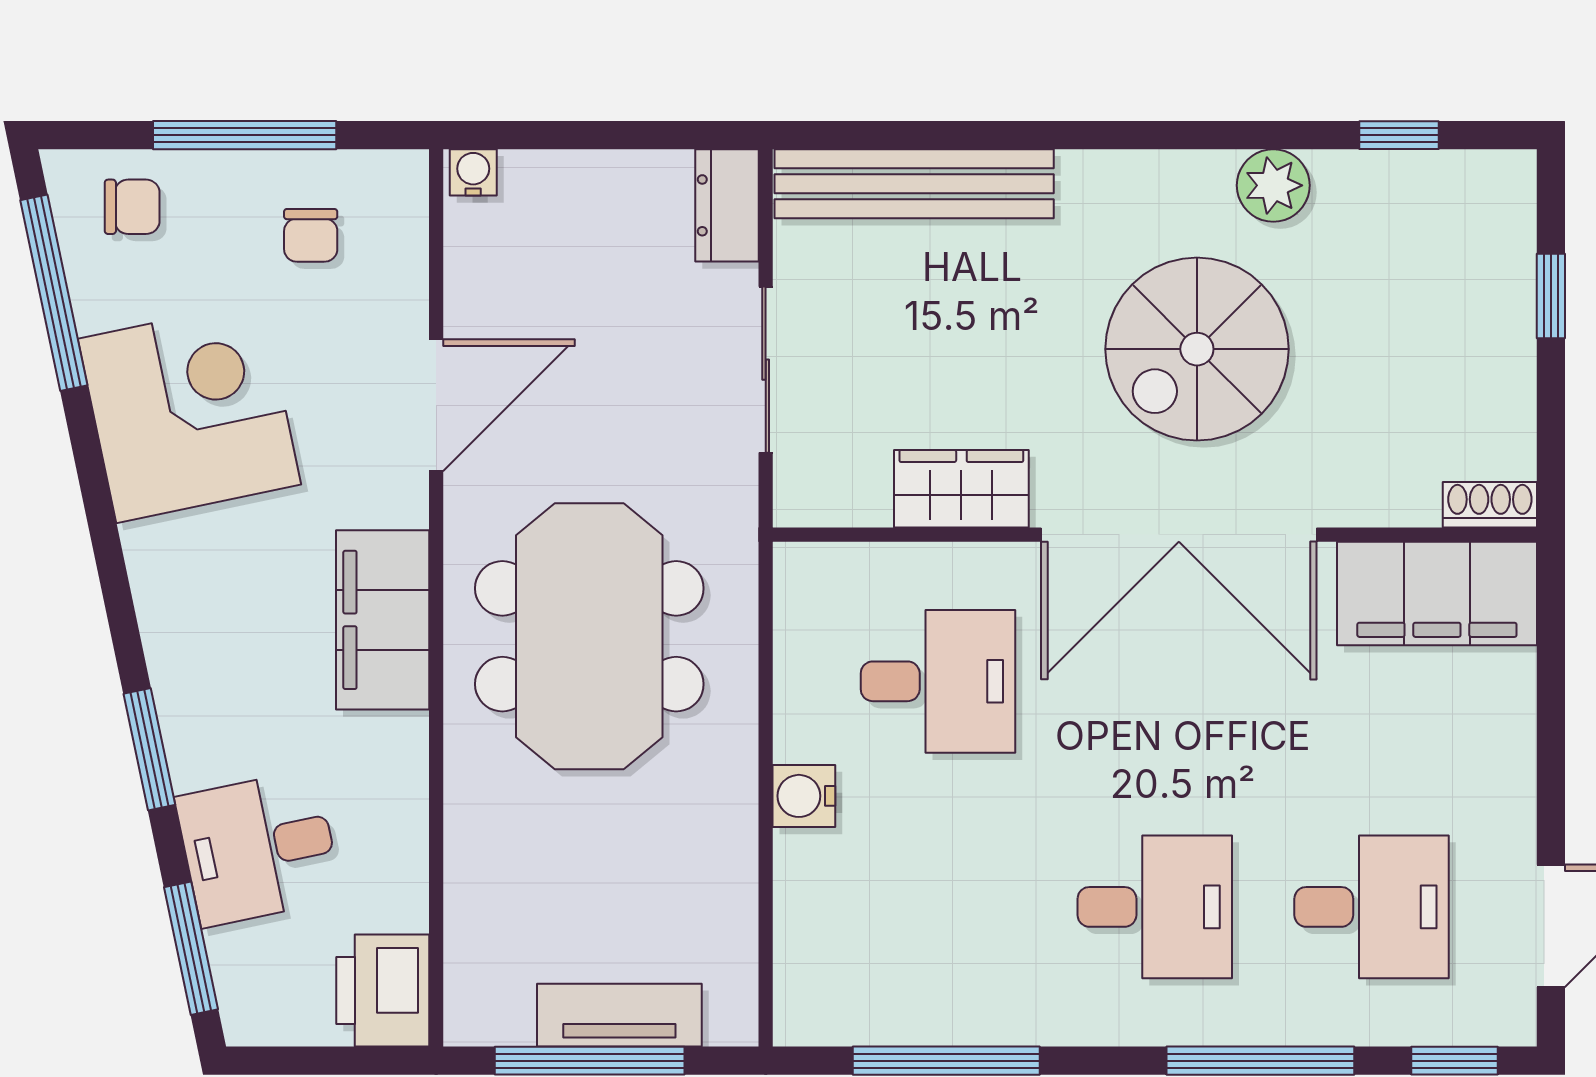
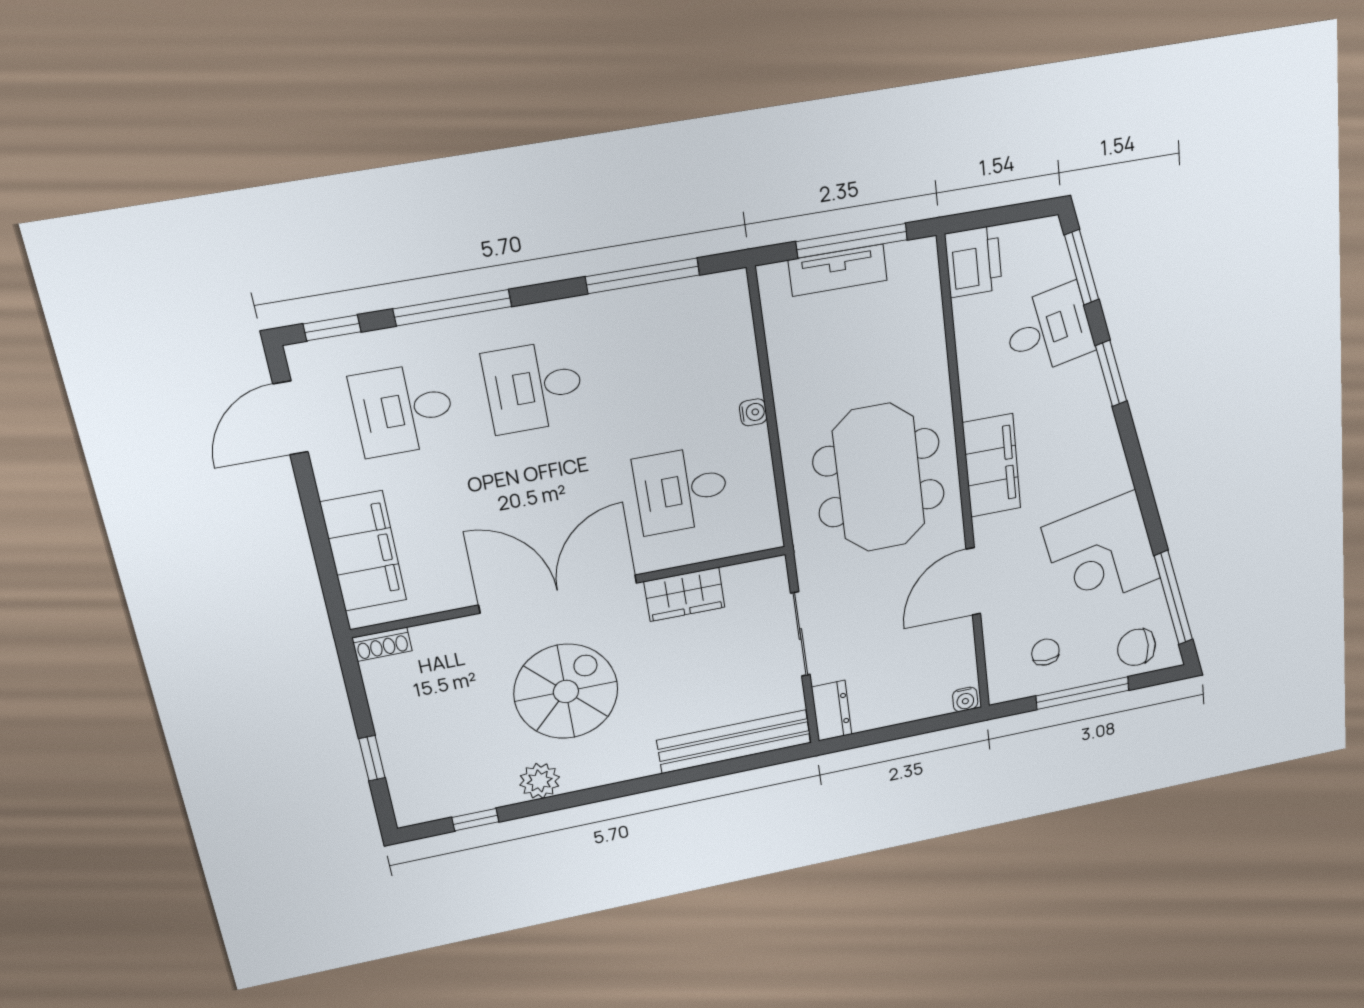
chair: (132, 207) -> (1136, 647), width x1.37, depth x1.37
filing cabinet: (1437, 594) -> (364, 551), moved, turned 90
water cooler: (804, 796) -> (753, 412), width x0.72, depth x0.72

